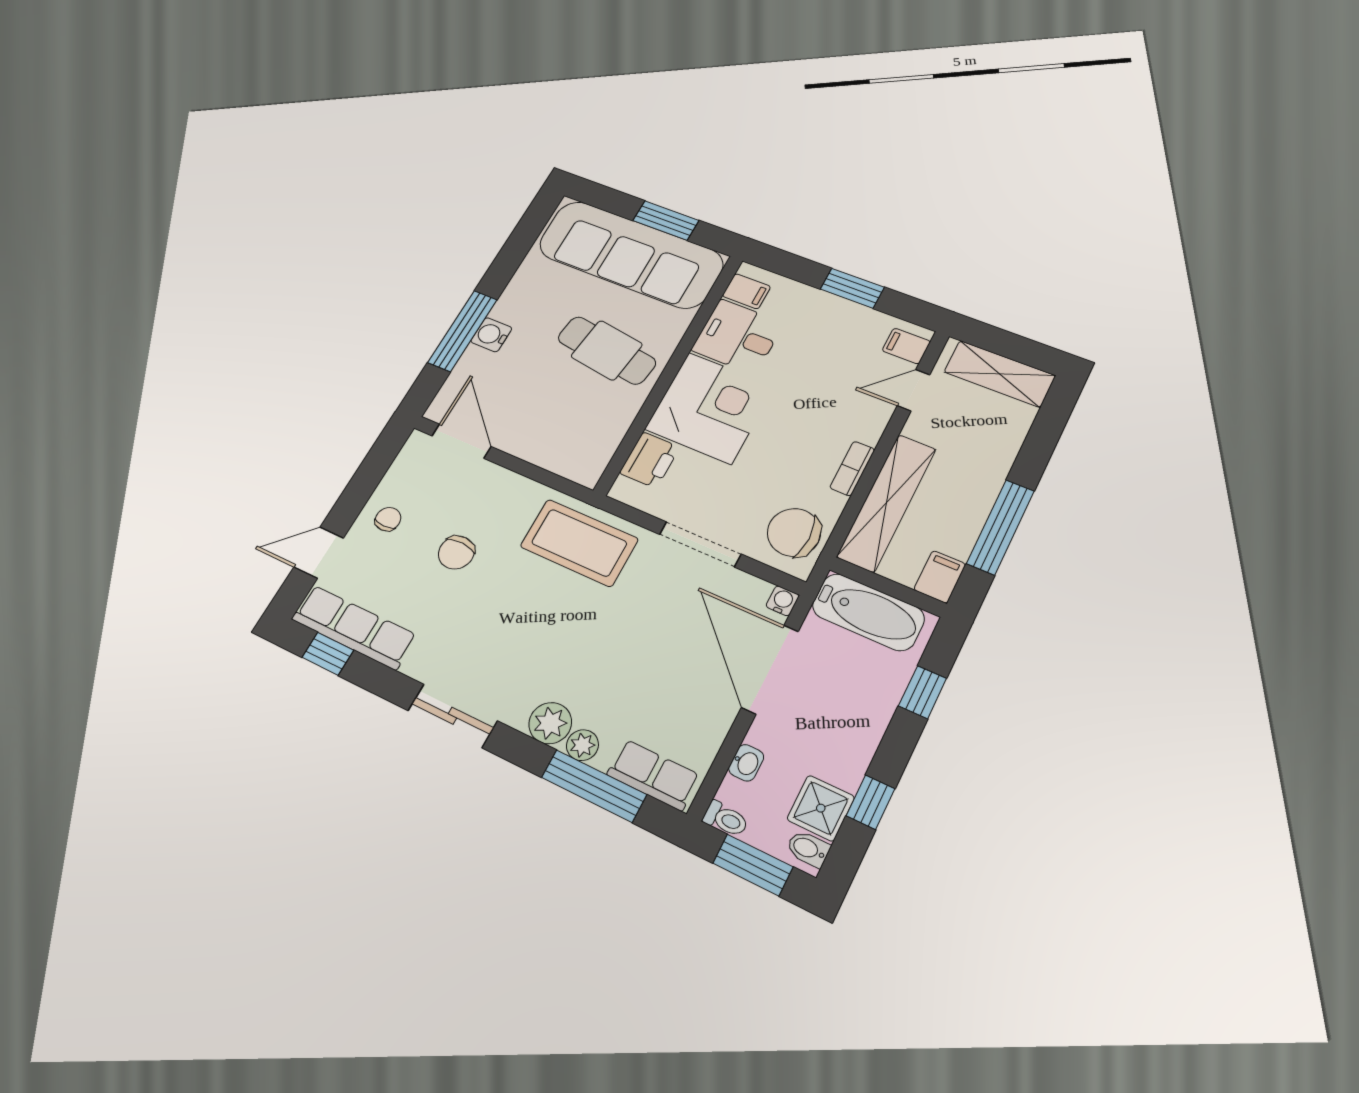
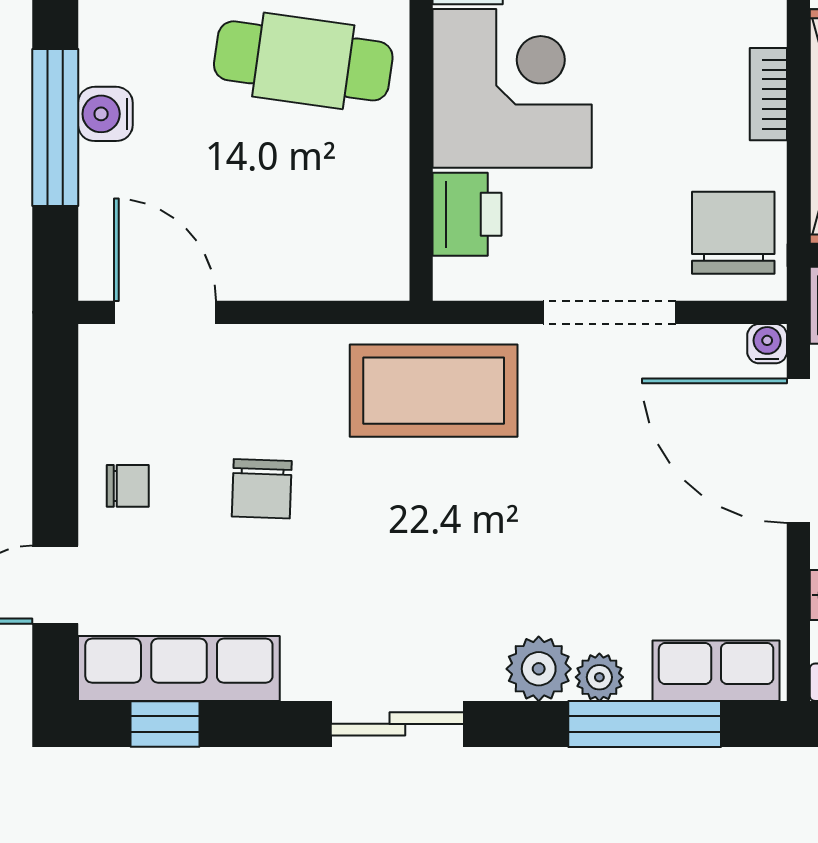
chair: (388, 519) -> (128, 486), turned 90
chair: (794, 532) -> (733, 233), turned 90

